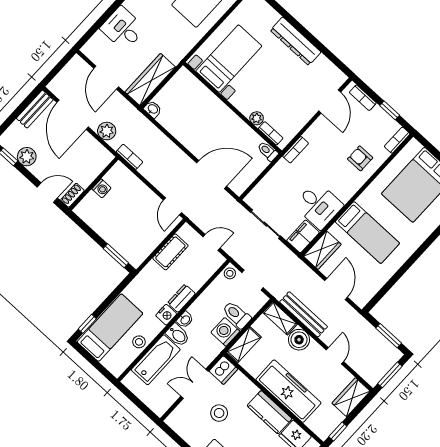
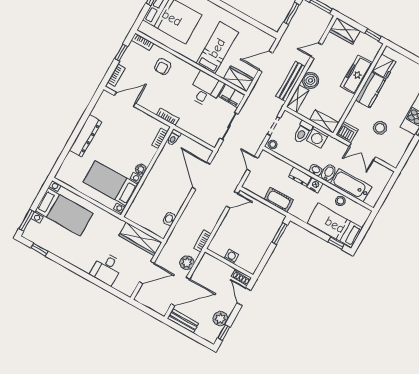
washbasin: (153, 109) -> (170, 219), moved
plant: (257, 118) -> (141, 169), moved
cot: (170, 252) -> (279, 200), moved
freezer: (288, 391) -> (356, 75), width x0.73, depth x0.79

